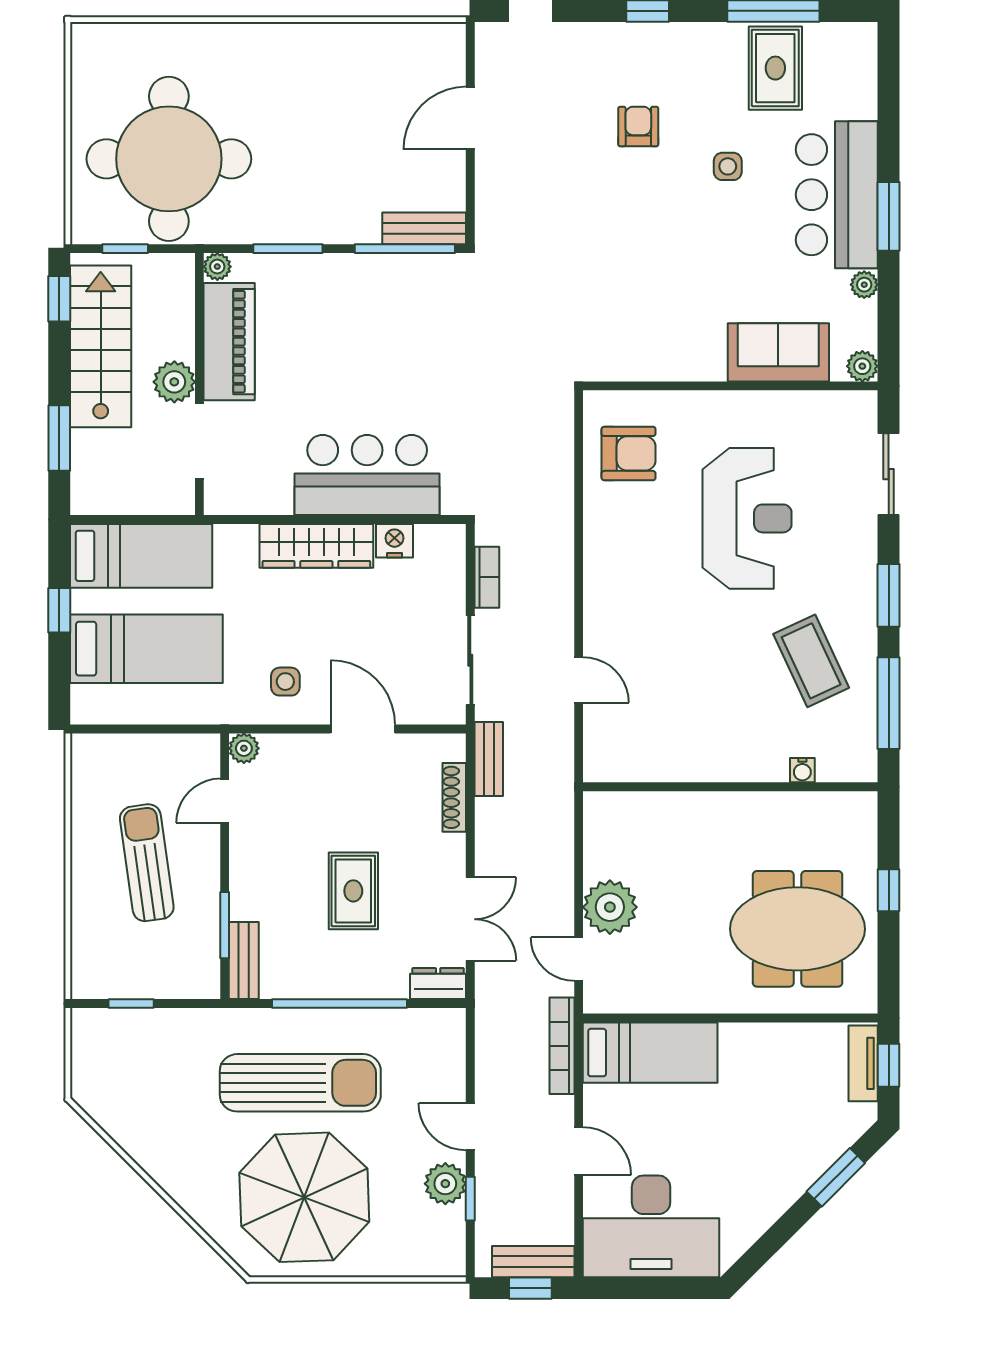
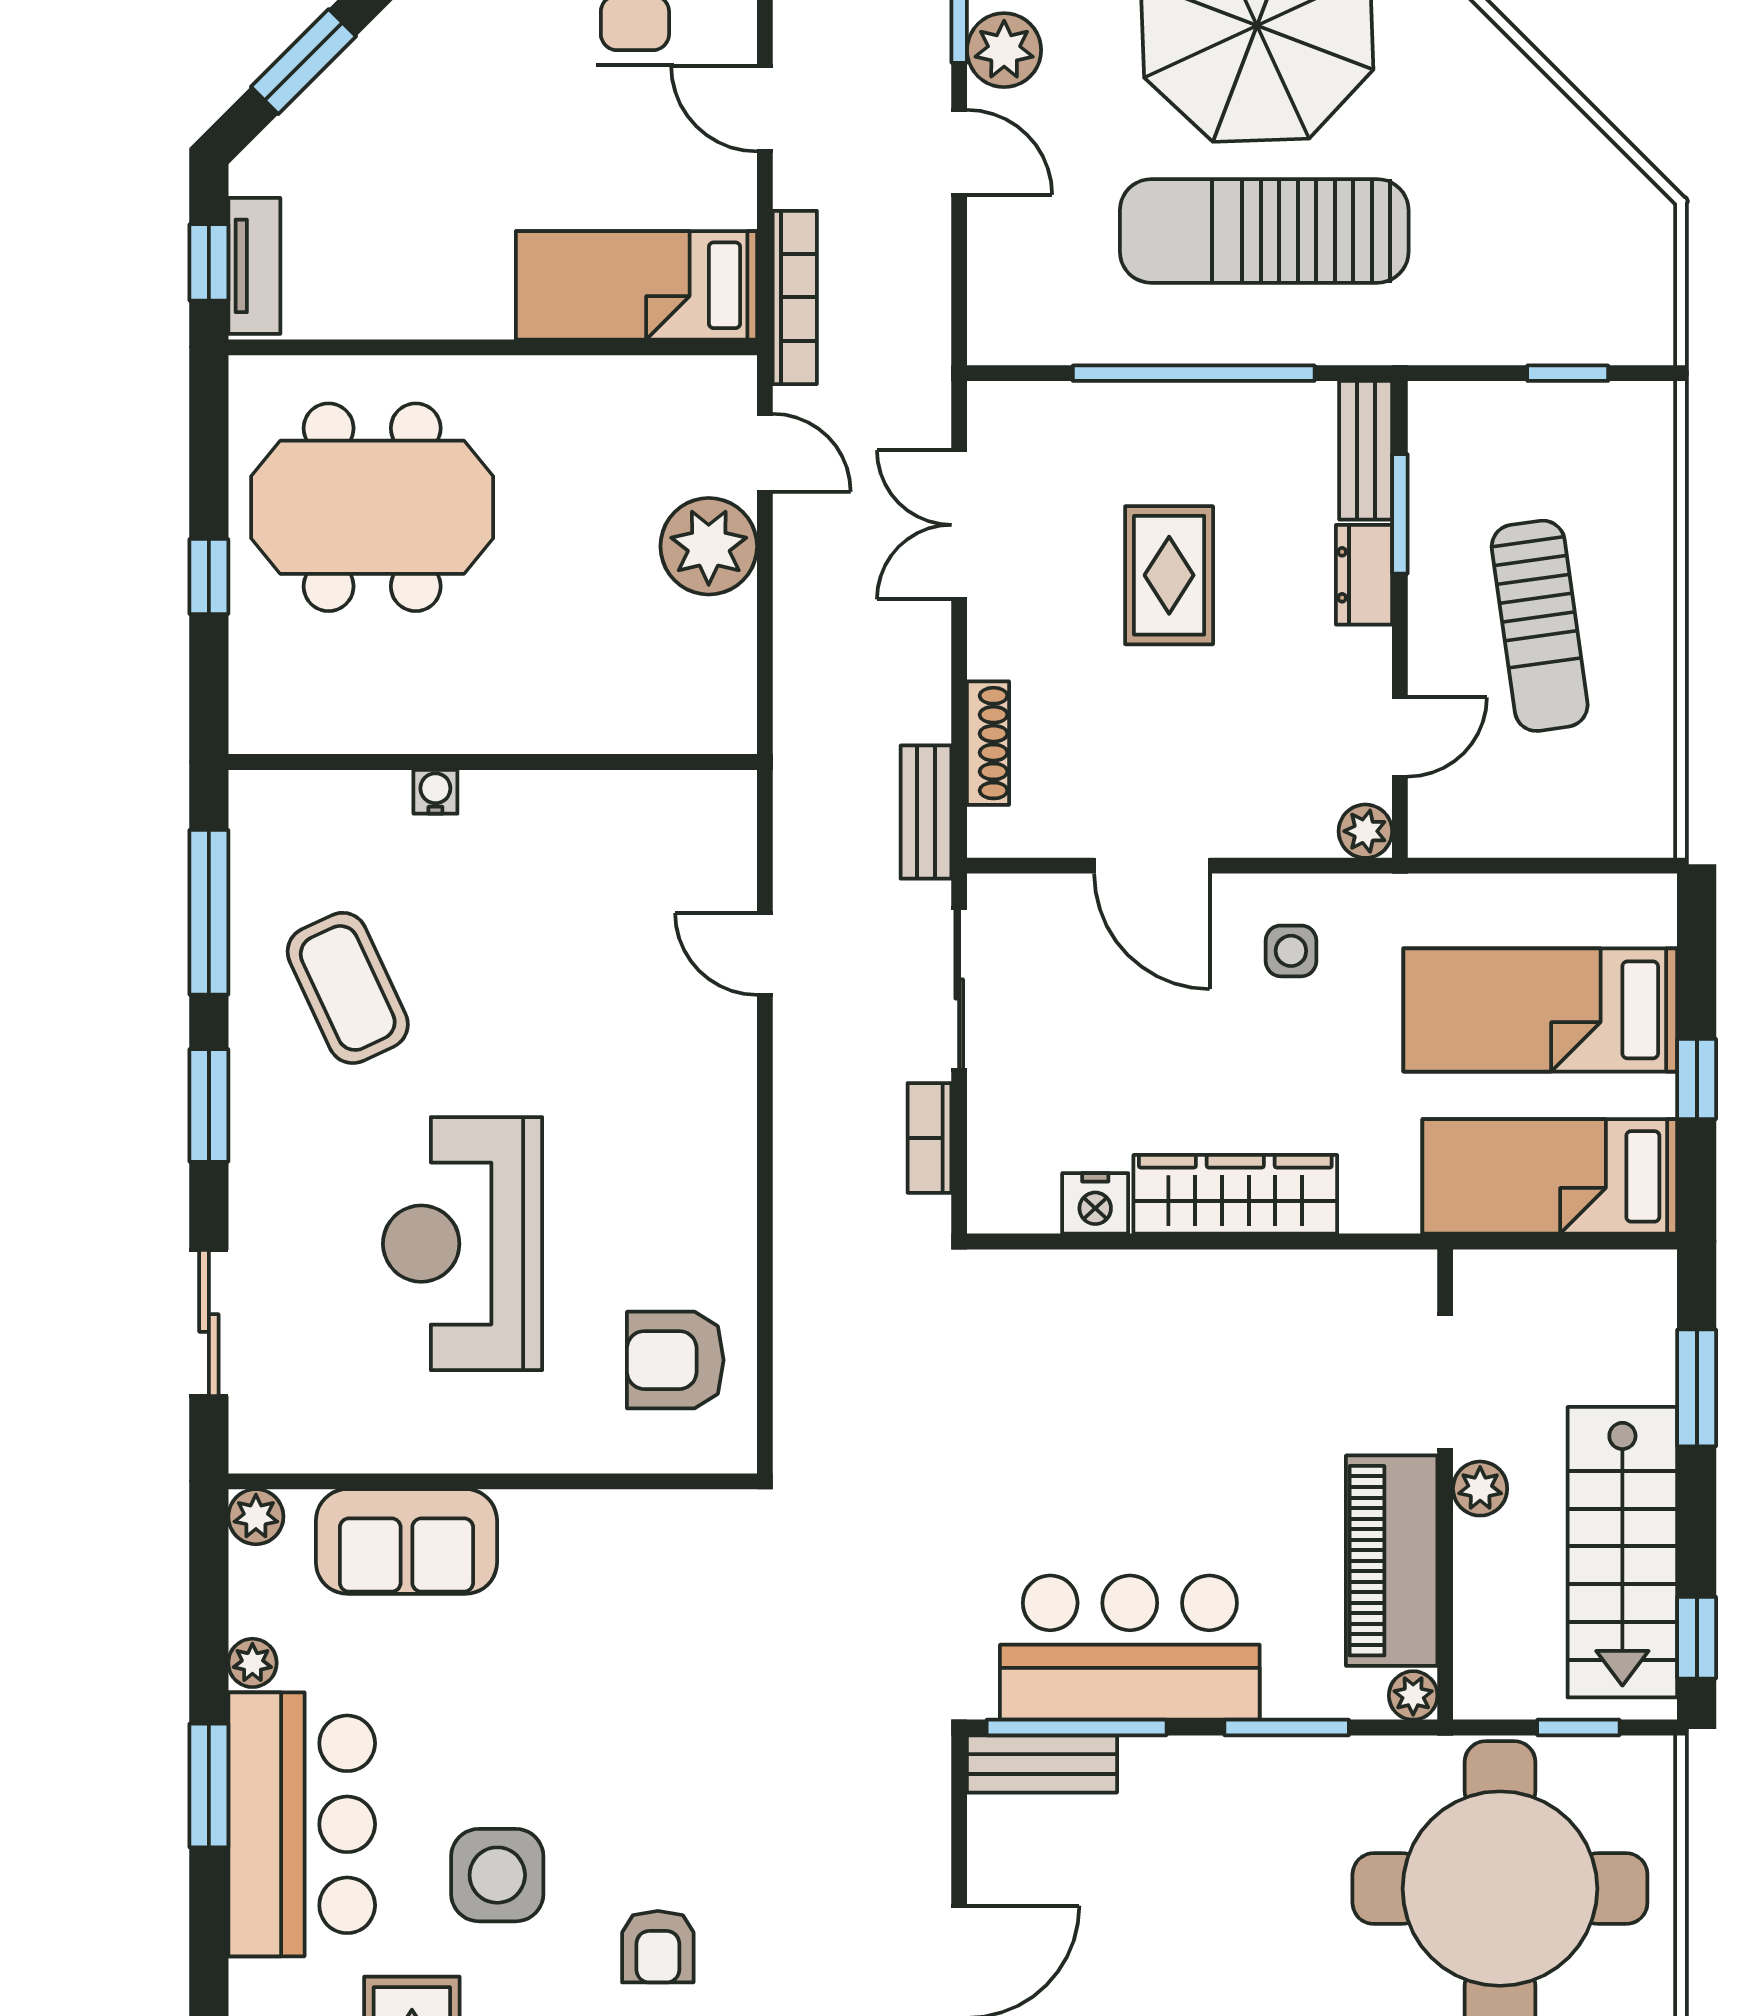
side table: (728, 166) -> (497, 1875), width x1.87, depth x1.87
plant: (174, 382) -> (1480, 1489), width x0.73, depth x0.73
bar counter: (367, 475) -> (1130, 1648), moved, turned 180
water cooler: (802, 770) -> (435, 792), moved
dresser: (438, 984) -> (1364, 575), moved, turned 90

